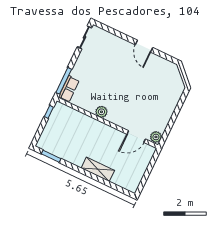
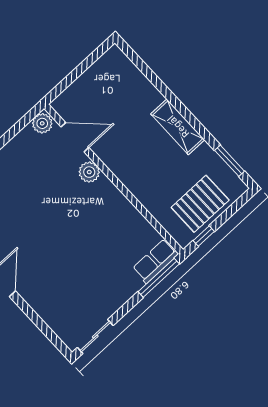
plant: (101, 112) -> (89, 172), moved
pallet: (57, 128) -> (200, 204), added
shelving: (98, 169) -> (178, 127), moved

